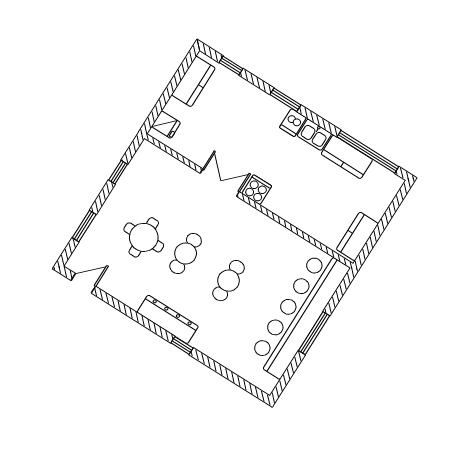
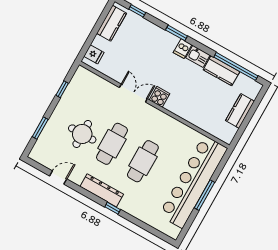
kitchen counter: (357, 236) -> (240, 111), moved
cafe table: (186, 254) -> (112, 144), width x1.37, depth x1.35
cafe table: (229, 281) -> (143, 161), width x1.37, depth x1.35
door: (83, 283) -> (58, 177), moved

